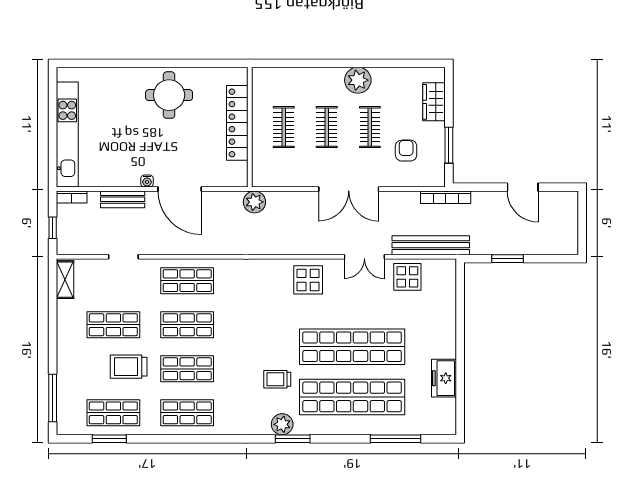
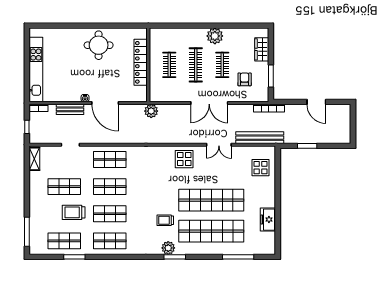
clothes rail: (327, 127) -> (196, 65), width x1.36
display table: (407, 277) -> (261, 168), moved
window: (109, 439) -> (74, 257), moved

